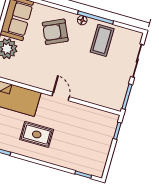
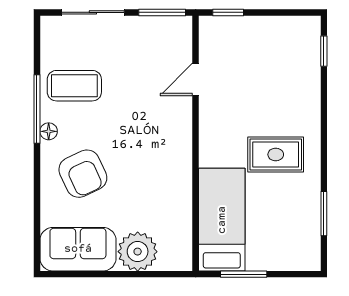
door: (61, 96) -> (196, 79), moved
rug: (37, 134) -> (276, 154), turned 90

